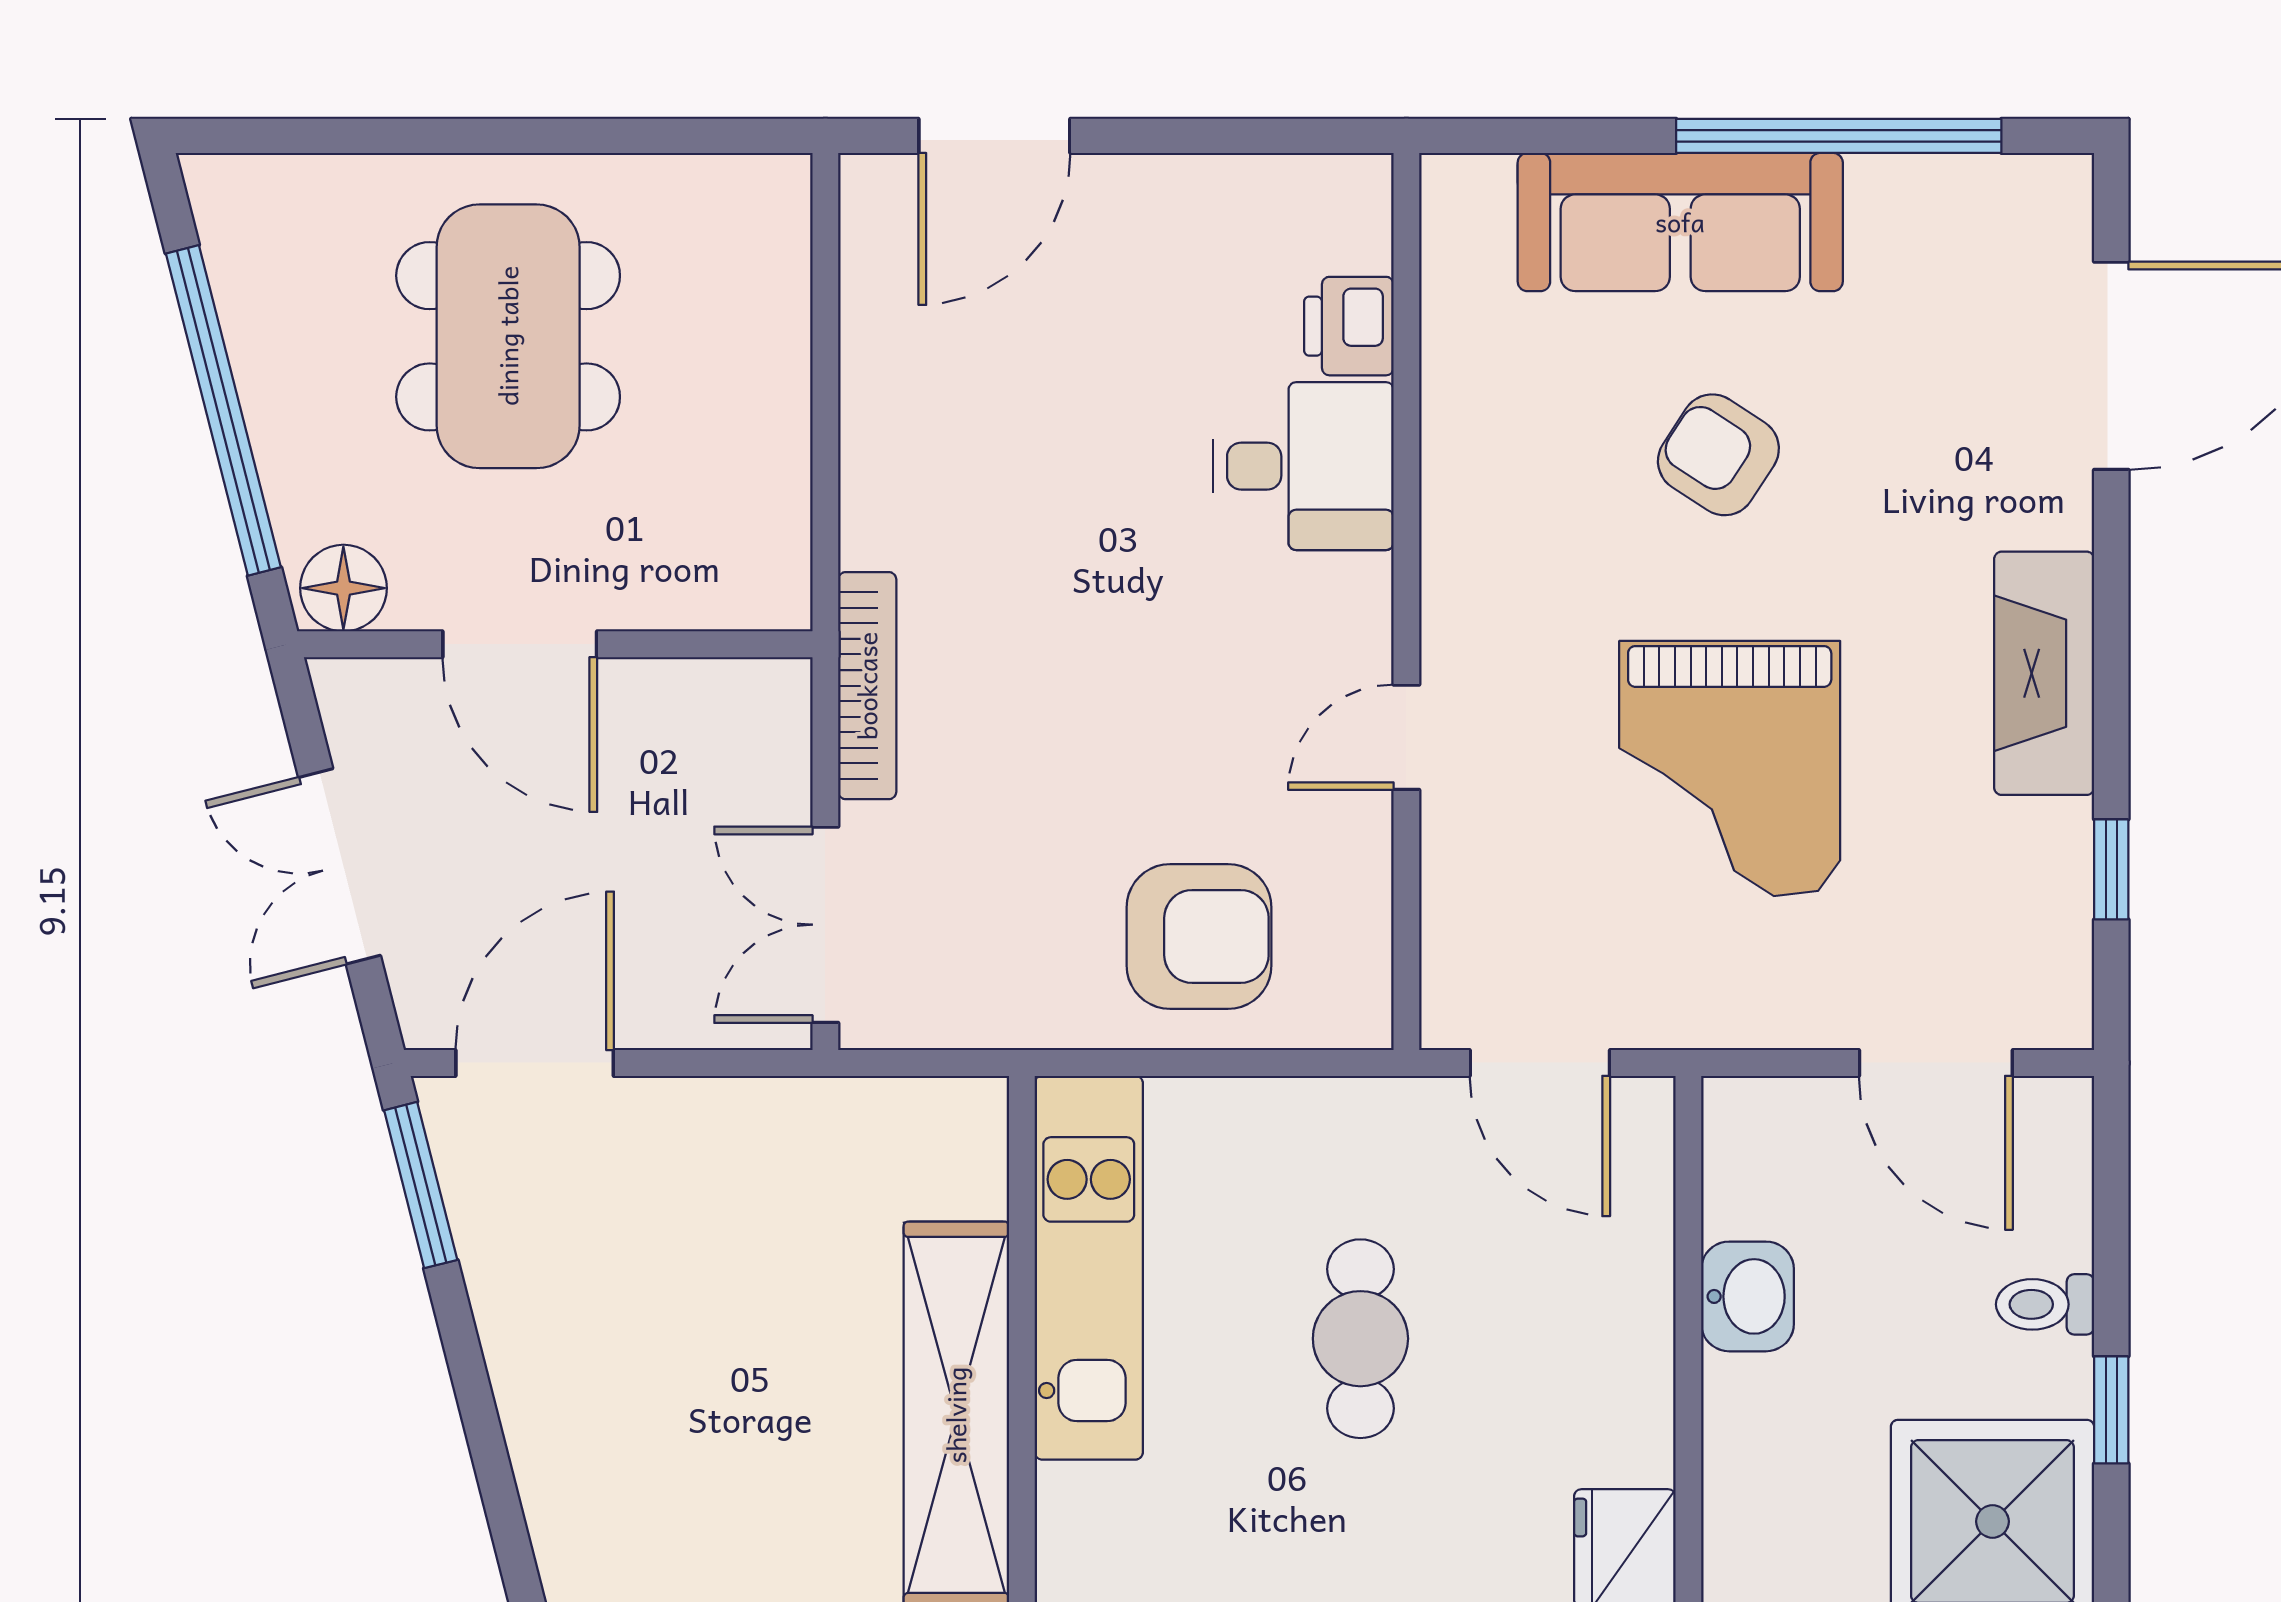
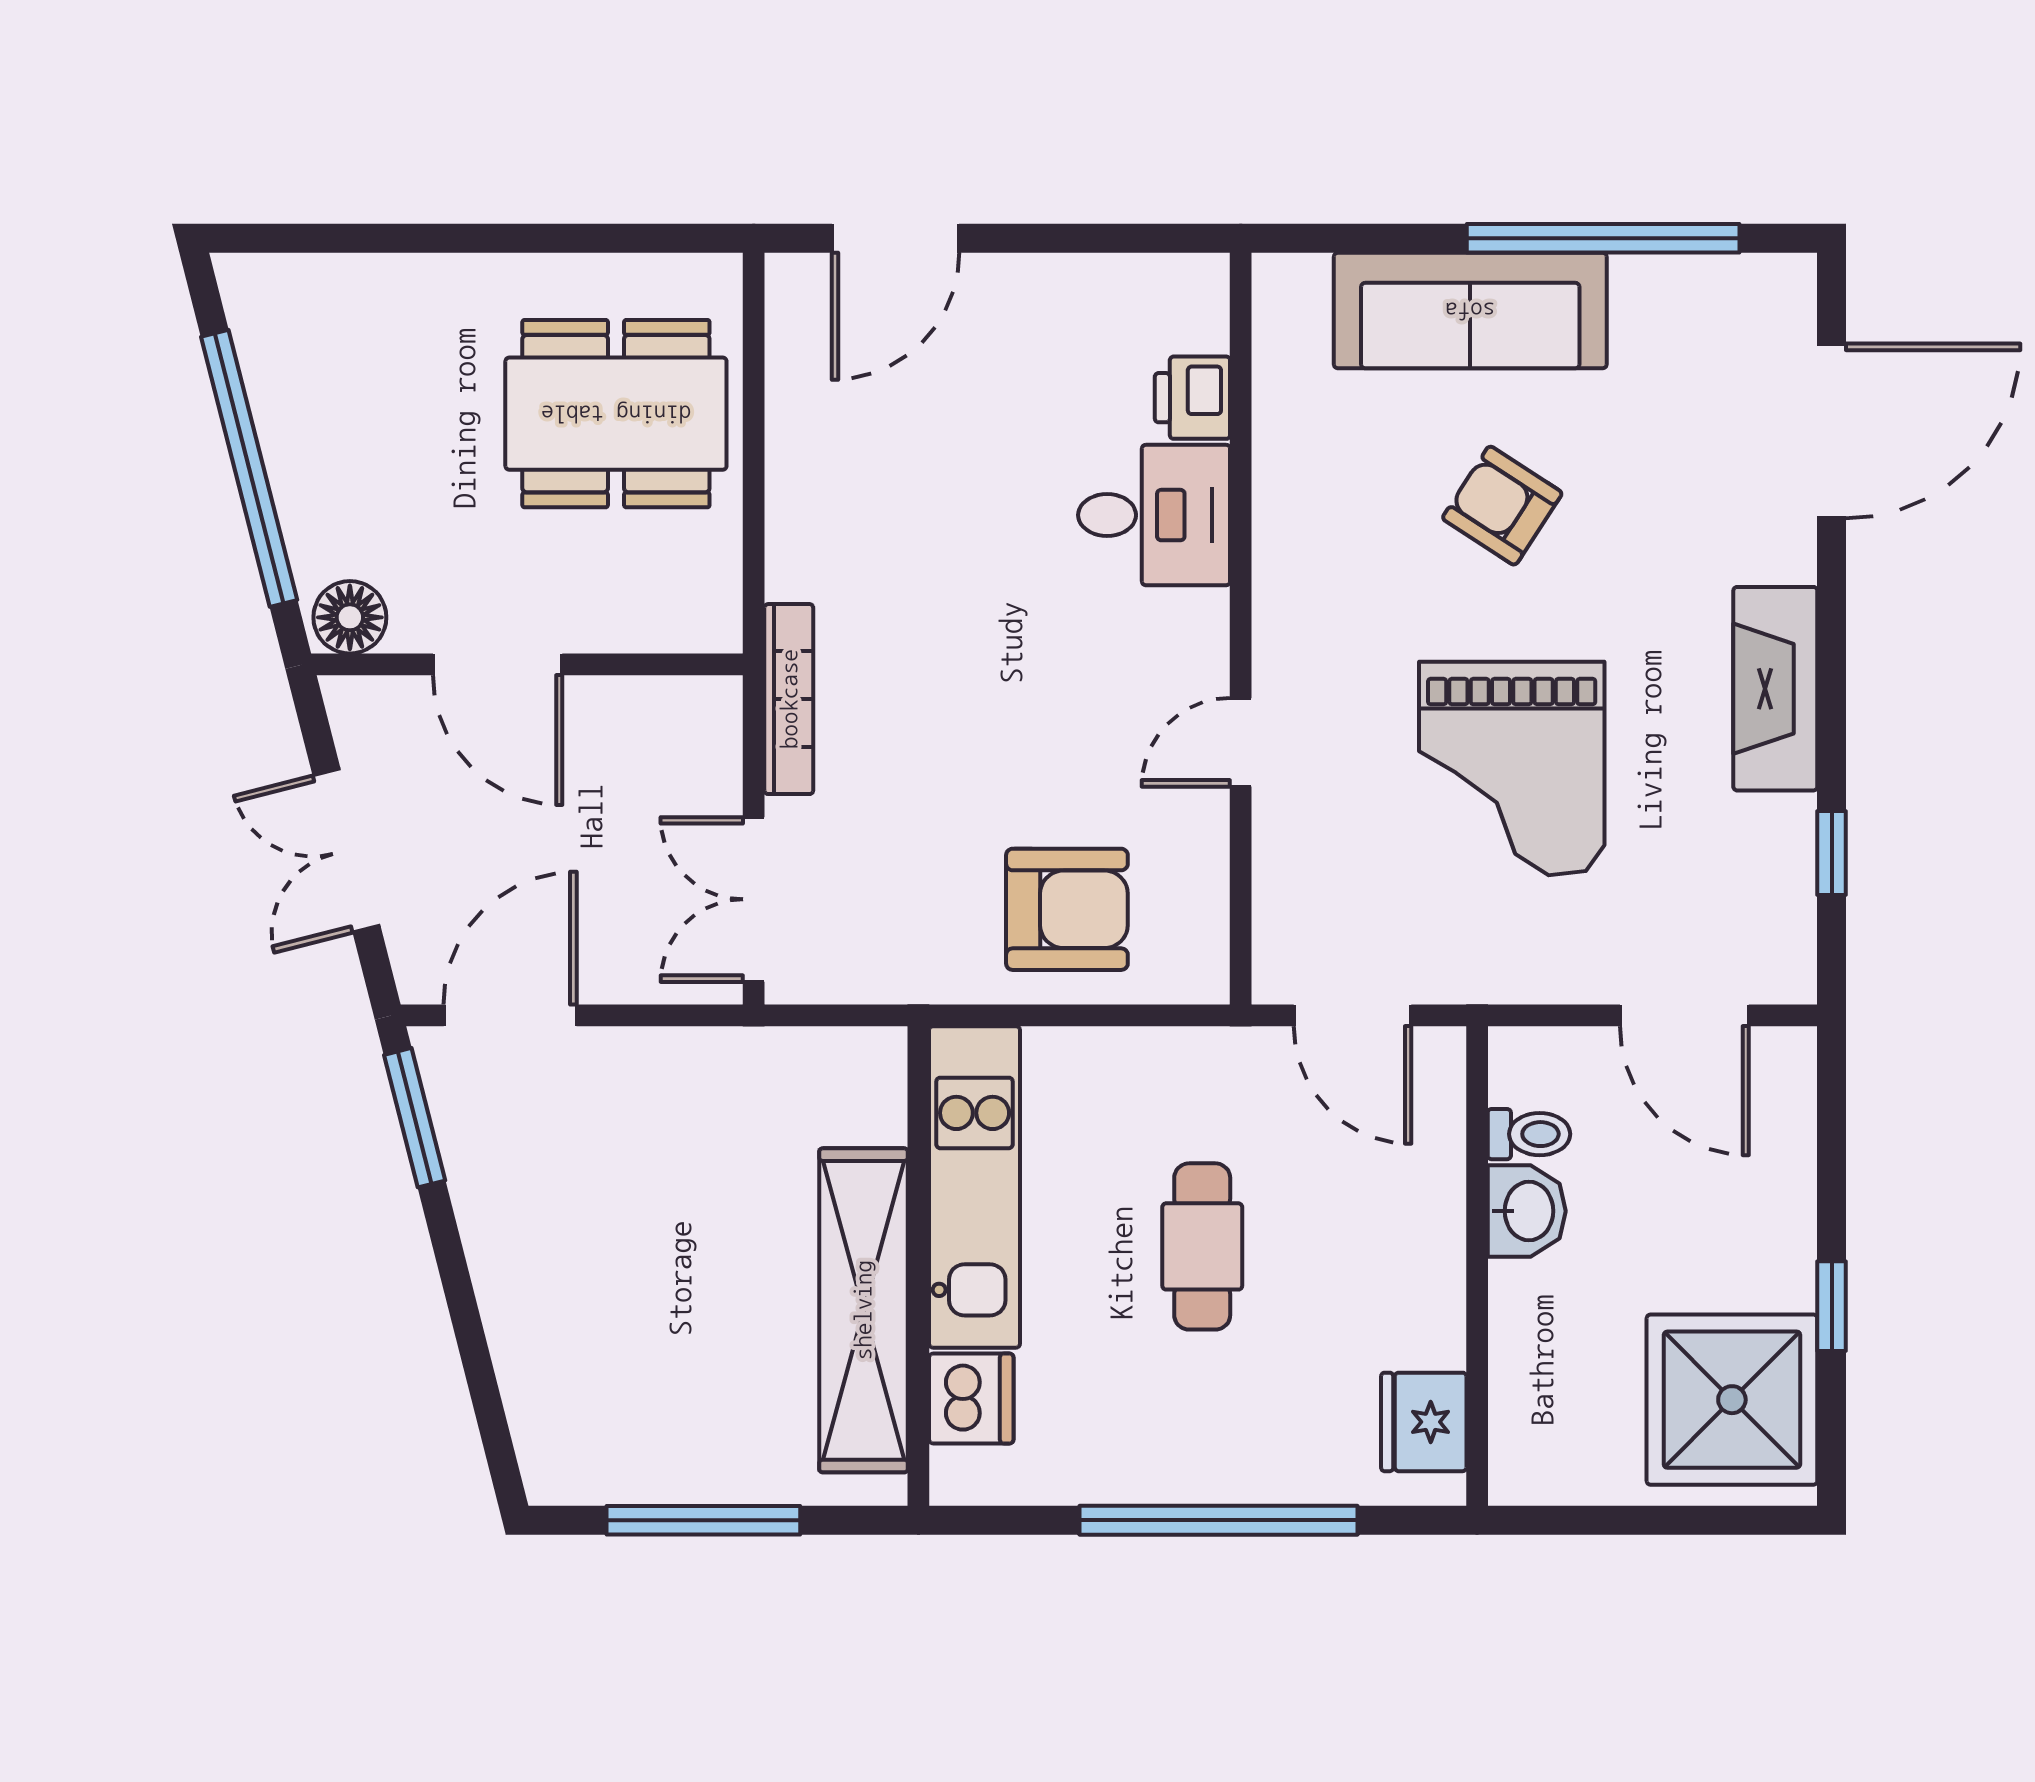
dining table: (508, 336) -> (616, 414), moved, turned 90
toilet: (2045, 1304) -> (1529, 1134), moved, turned 180
dishwasher: (1085, 1520) -> (971, 1399), added

